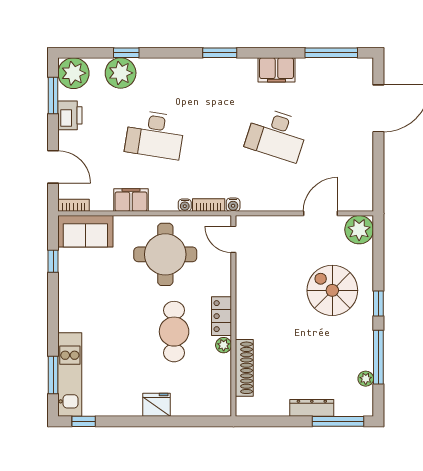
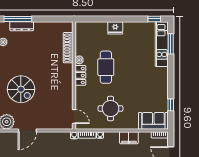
round table: (165, 254) -> (111, 109), width x0.73, depth x0.73
dresser: (312, 408) -> (22, 26), moved

